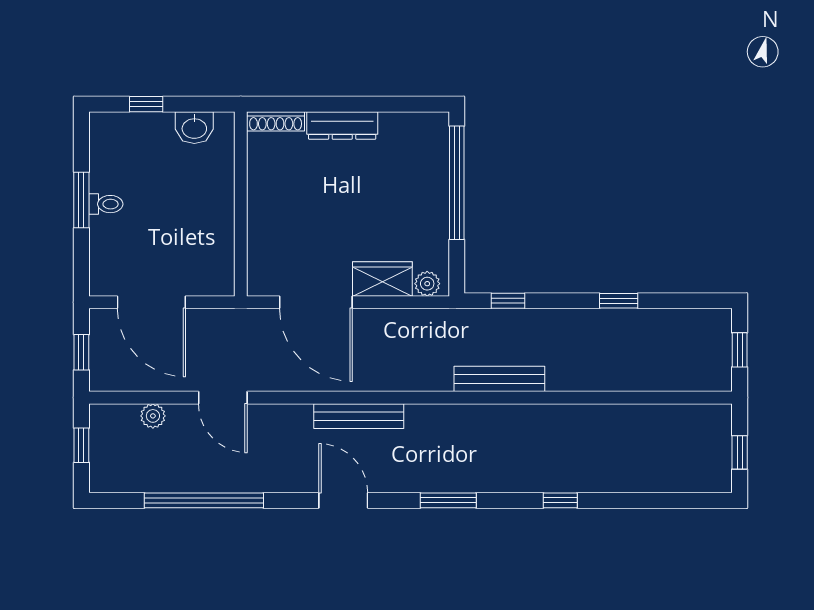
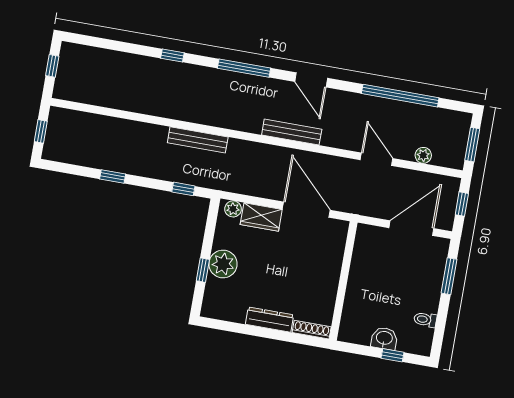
washbasin: (194, 128) -> (384, 338), moved
window: (457, 183) -> (203, 270), width x0.32
plant: (428, 197) -> (223, 264), added
window: (81, 200) -> (449, 276), moved
toilet: (106, 204) -> (425, 320), moved
door: (151, 302) -> (411, 228), hinge flipped
window: (81, 445) -> (472, 145), width x1.50
window: (448, 500) -> (244, 68), width x1.44

